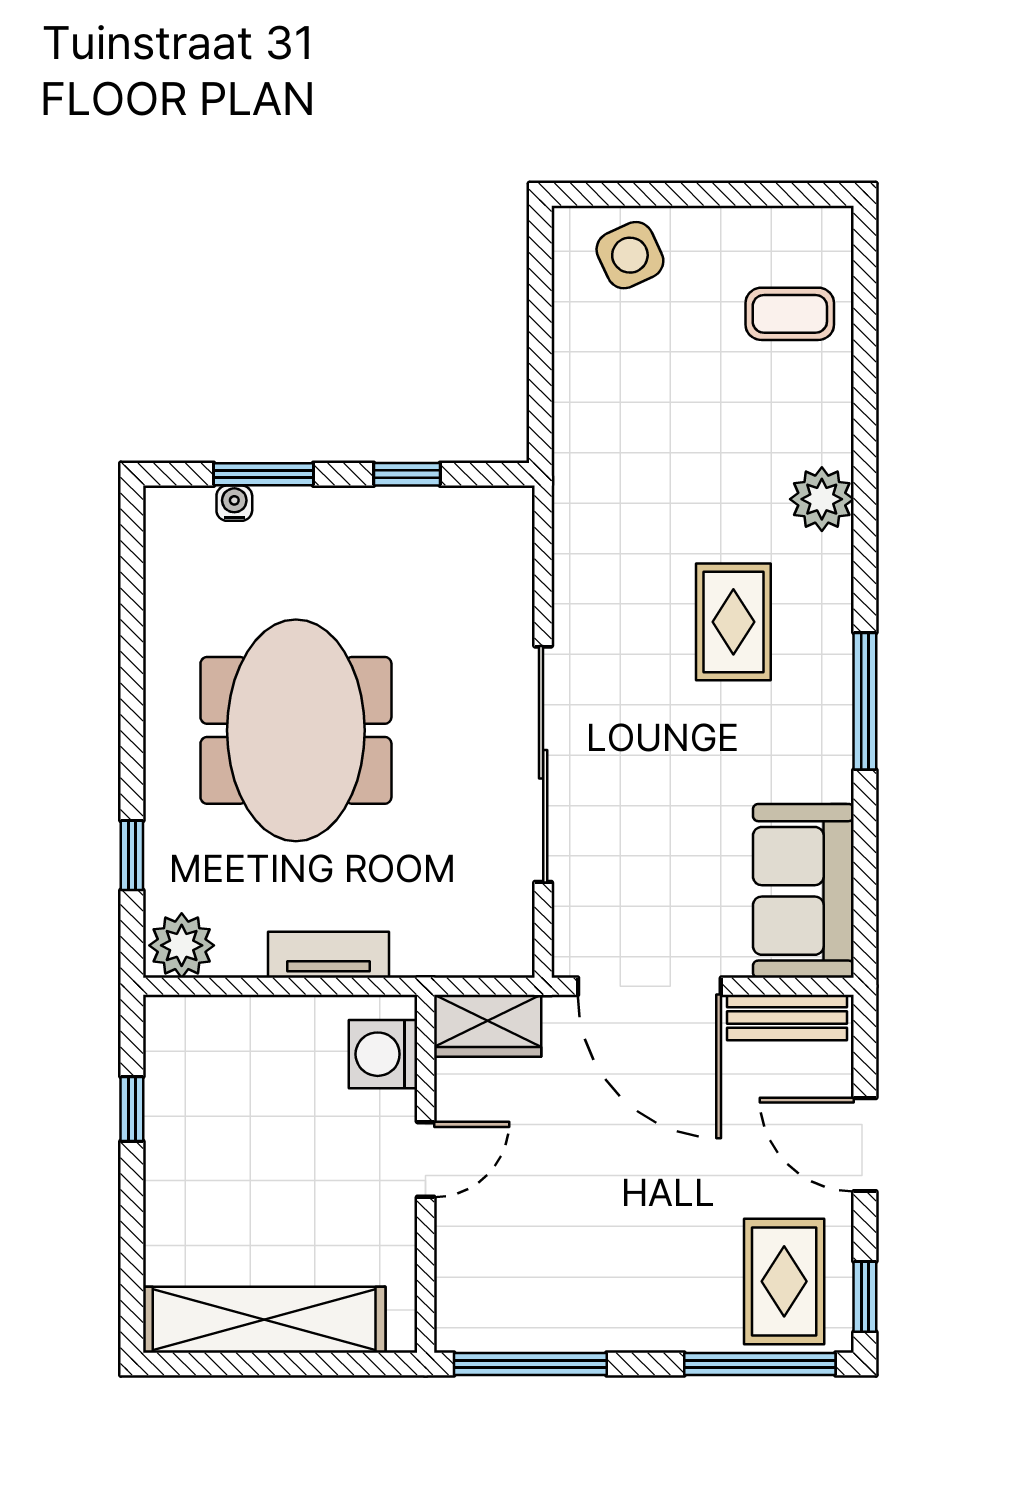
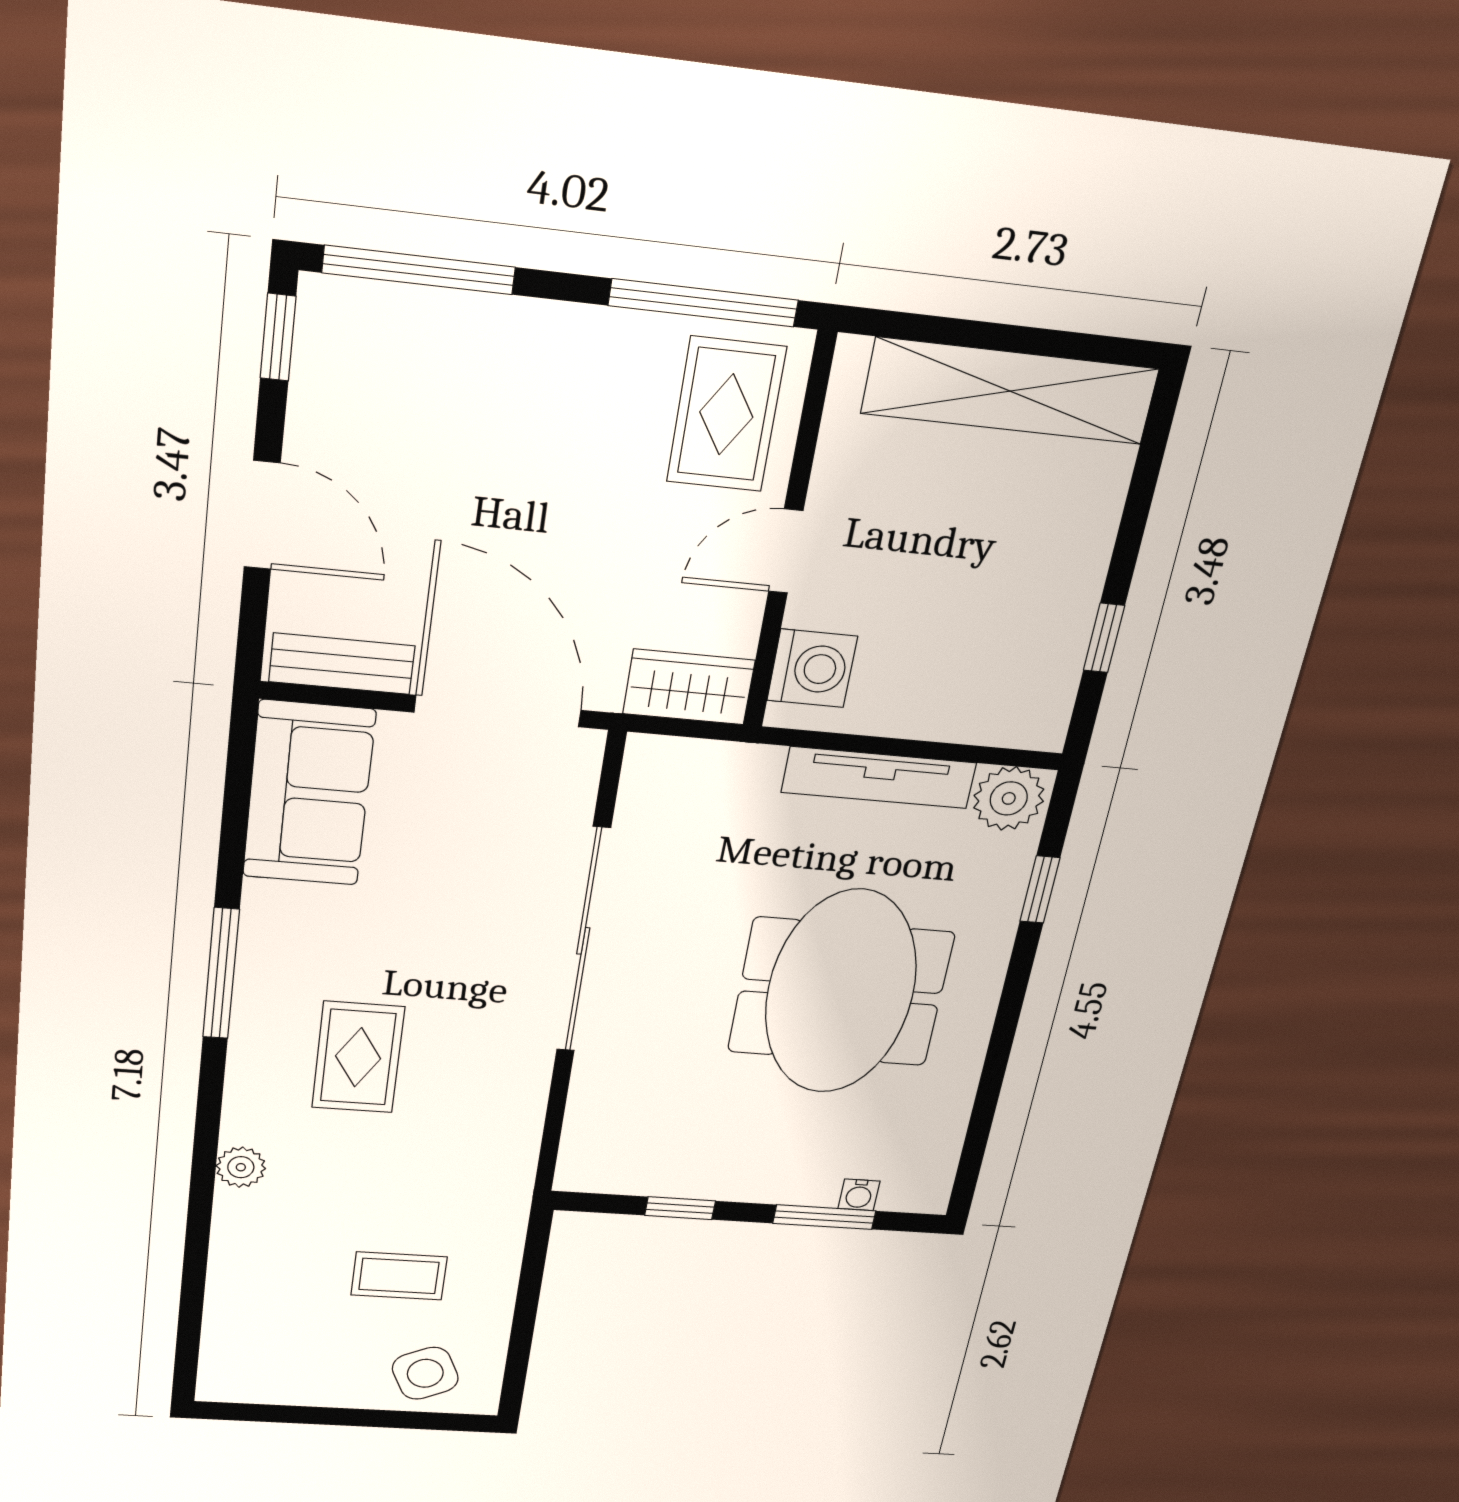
coffee table: (790, 314) -> (399, 1276), moved
plant: (822, 499) -> (241, 1167), width x0.73, depth x0.73
tv unit: (328, 955) -> (879, 778), width x1.41
rug: (784, 1281) -> (726, 414), moved

